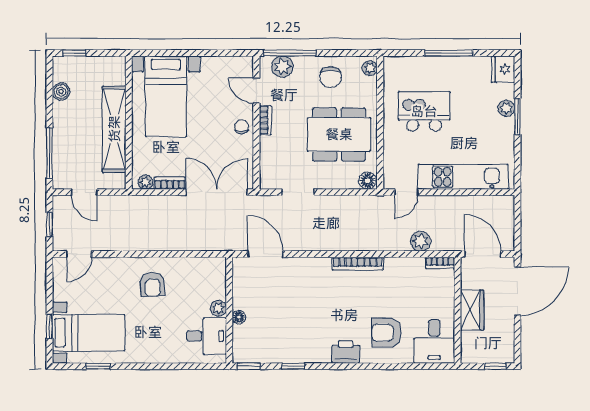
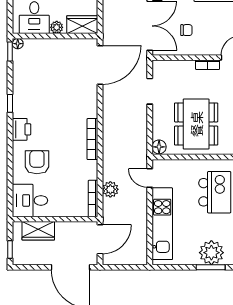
plant: (506, 108) -> (211, 253), width x1.87, depth x1.87
chair: (242, 127) -> (186, 30), moved
door: (265, 254) -> (100, 65), width x1.36
bookcase: (440, 263) -> (93, 198), width x1.56
wardrobe: (215, 276) -> (82, 25), added
wardrobe: (472, 310) -> (38, 231), moved
floor lamp: (239, 317) -> (18, 44), moved
window: (293, 366) -> (10, 103), moved

